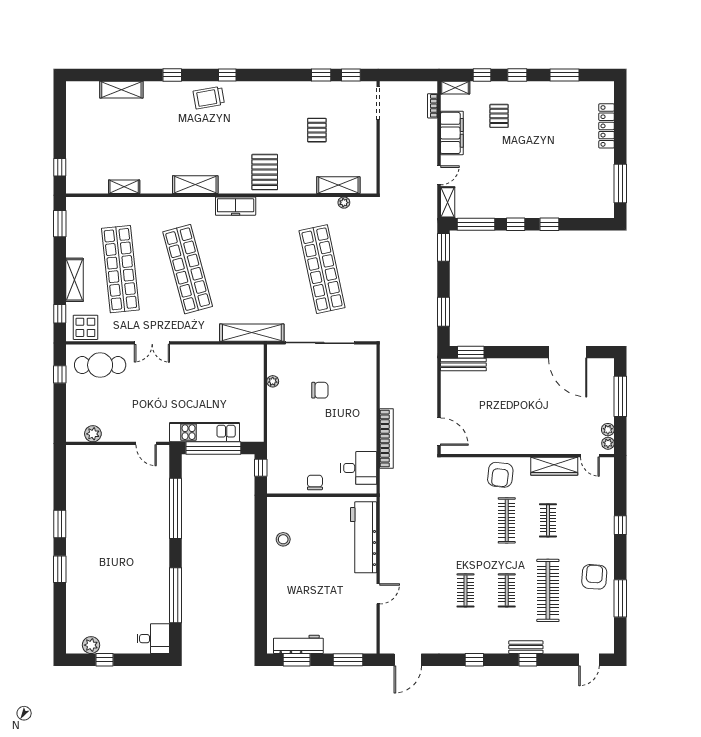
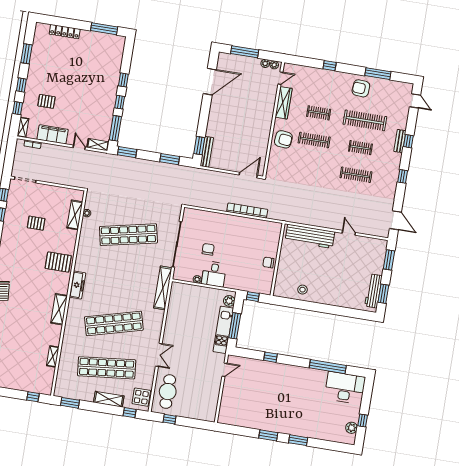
plant: (93, 434) -> (229, 301), moved
window: (213, 448) -> (235, 326), width x0.68
desk: (359, 468) -> (214, 274), moved, turned 180
window: (176, 508) -> (270, 357), width x0.32
clothes rail: (465, 590) -> (356, 175), width x1.36
desk: (153, 639) -> (345, 388), width x1.87, depth x1.30

